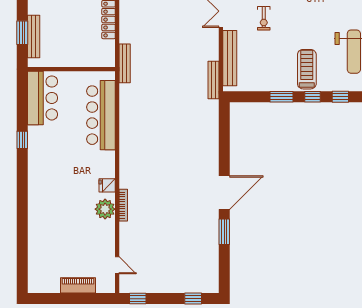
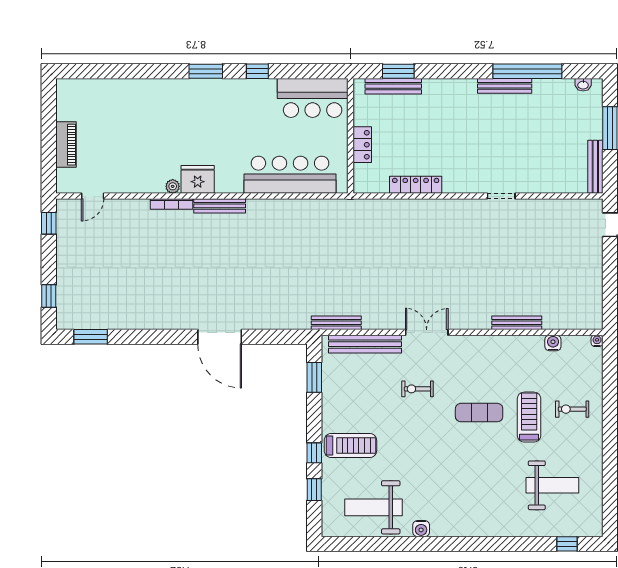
locker: (78, 60) -> (362, 145), added
bench: (125, 63) -> (220, 206), moved
window: (281, 97) -> (314, 377), moved
window: (22, 179) -> (206, 71), added
fridge: (107, 185) -> (198, 179), width x1.88, depth x1.34
door: (224, 193) -> (220, 337), moved
plant: (105, 209) -> (173, 186), width x0.53, depth x0.53
window: (224, 232) -> (91, 337), moved

